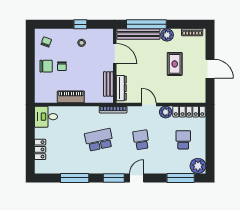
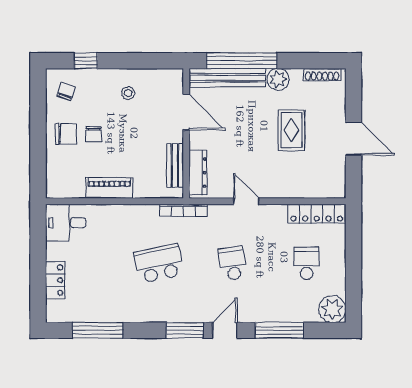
window: (80, 24) -> (86, 61), moved
plant: (166, 112) -> (276, 215), removed
window: (75, 178) -> (98, 330), moved
window: (181, 178) -> (279, 330), moved

